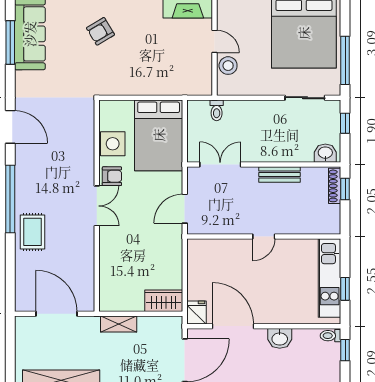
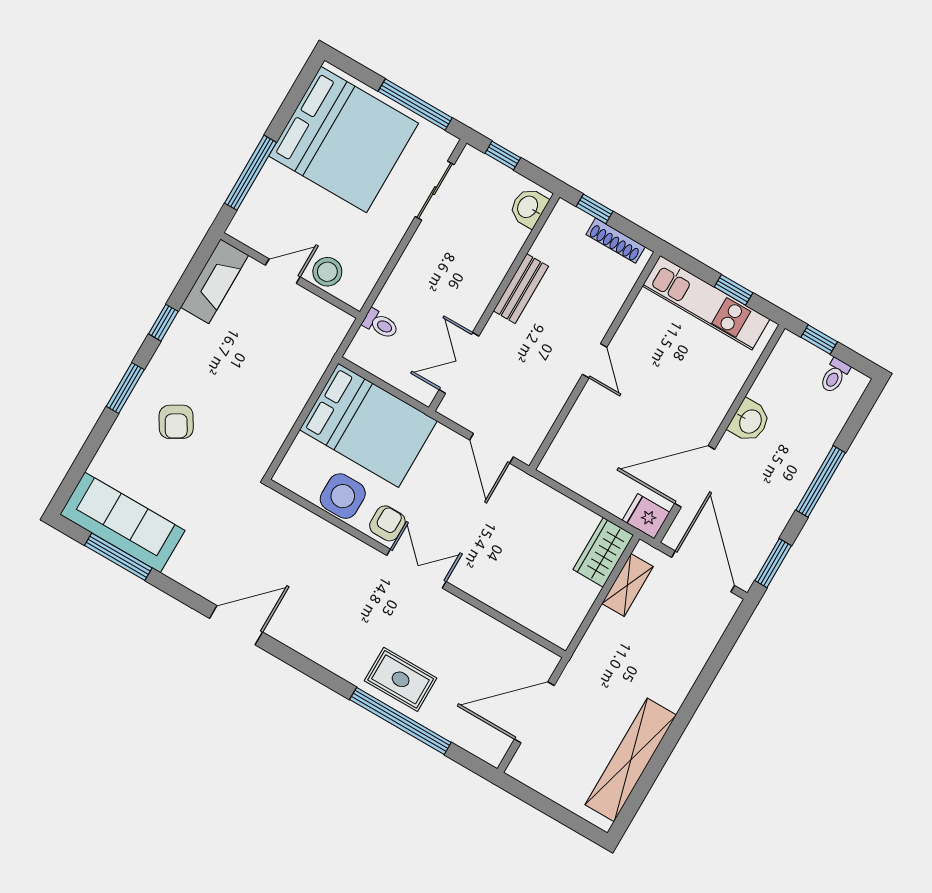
shoe rack: (335, 186) -> (616, 241), moved
window: (10, 199) -> (400, 721), moved
shelving: (119, 324) -> (628, 585), moved
toilet: (331, 336) -> (835, 376), moved

